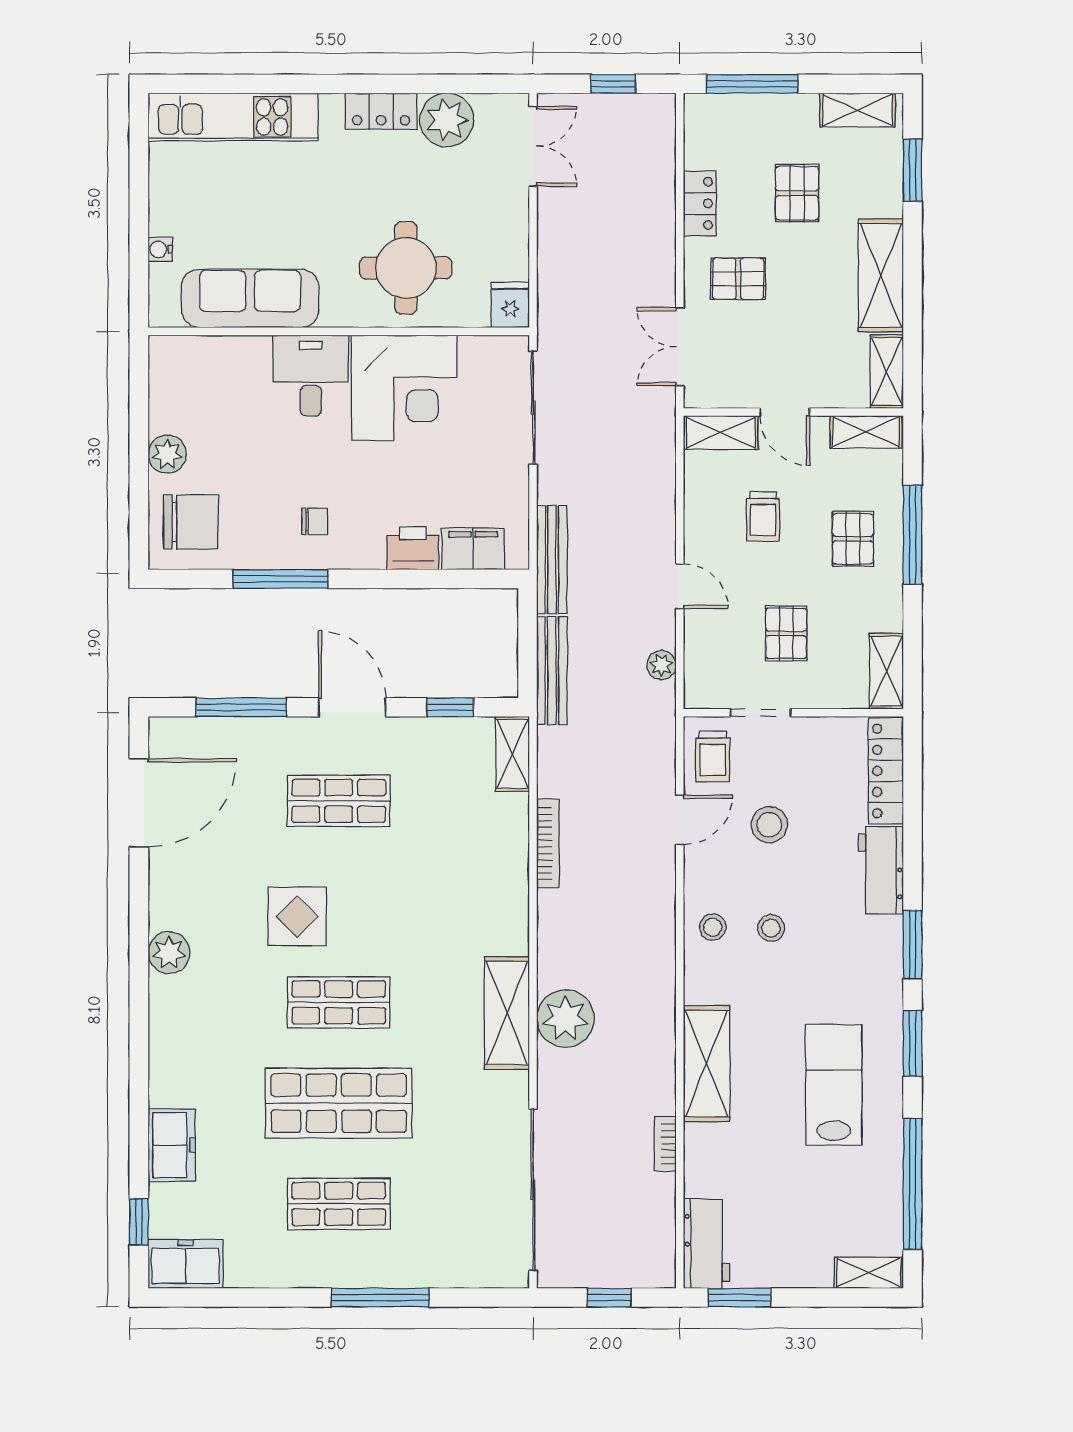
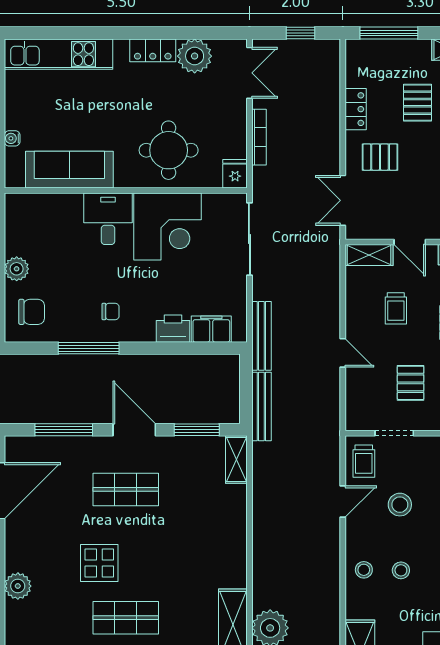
chair: (191, 522) -> (32, 312), width x0.73, depth x0.73
plant: (661, 665) -> (331, 403), removed
window: (450, 707) -> (197, 430), width x1.50
bookcase: (548, 844) -> (259, 137), moved

